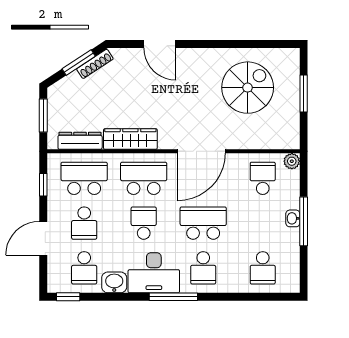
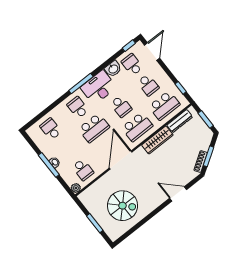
spiral stairs: (248, 88) -> (123, 206), turned -90
school desk: (84, 223) -> (148, 85), turned 180
door: (43, 238) -> (152, 52), moved

